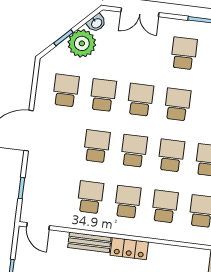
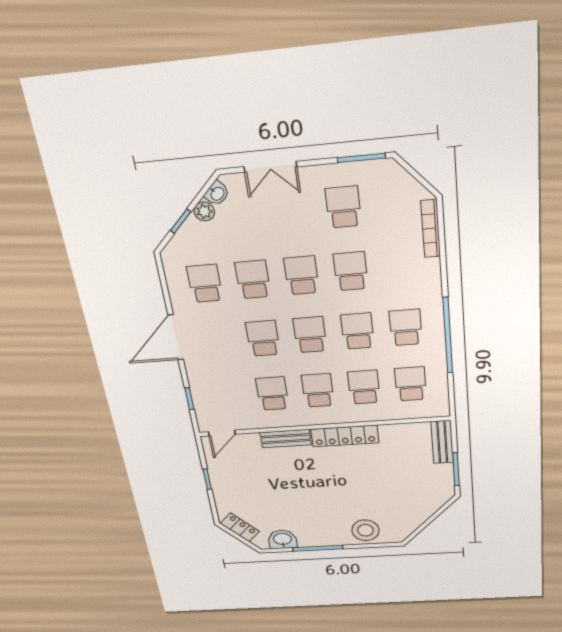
plant: (82, 43) -> (204, 211), width x0.53, depth x0.53
door: (38, 226) -> (222, 433), hinge flipped
locker: (129, 249) -> (345, 436), width x1.53

